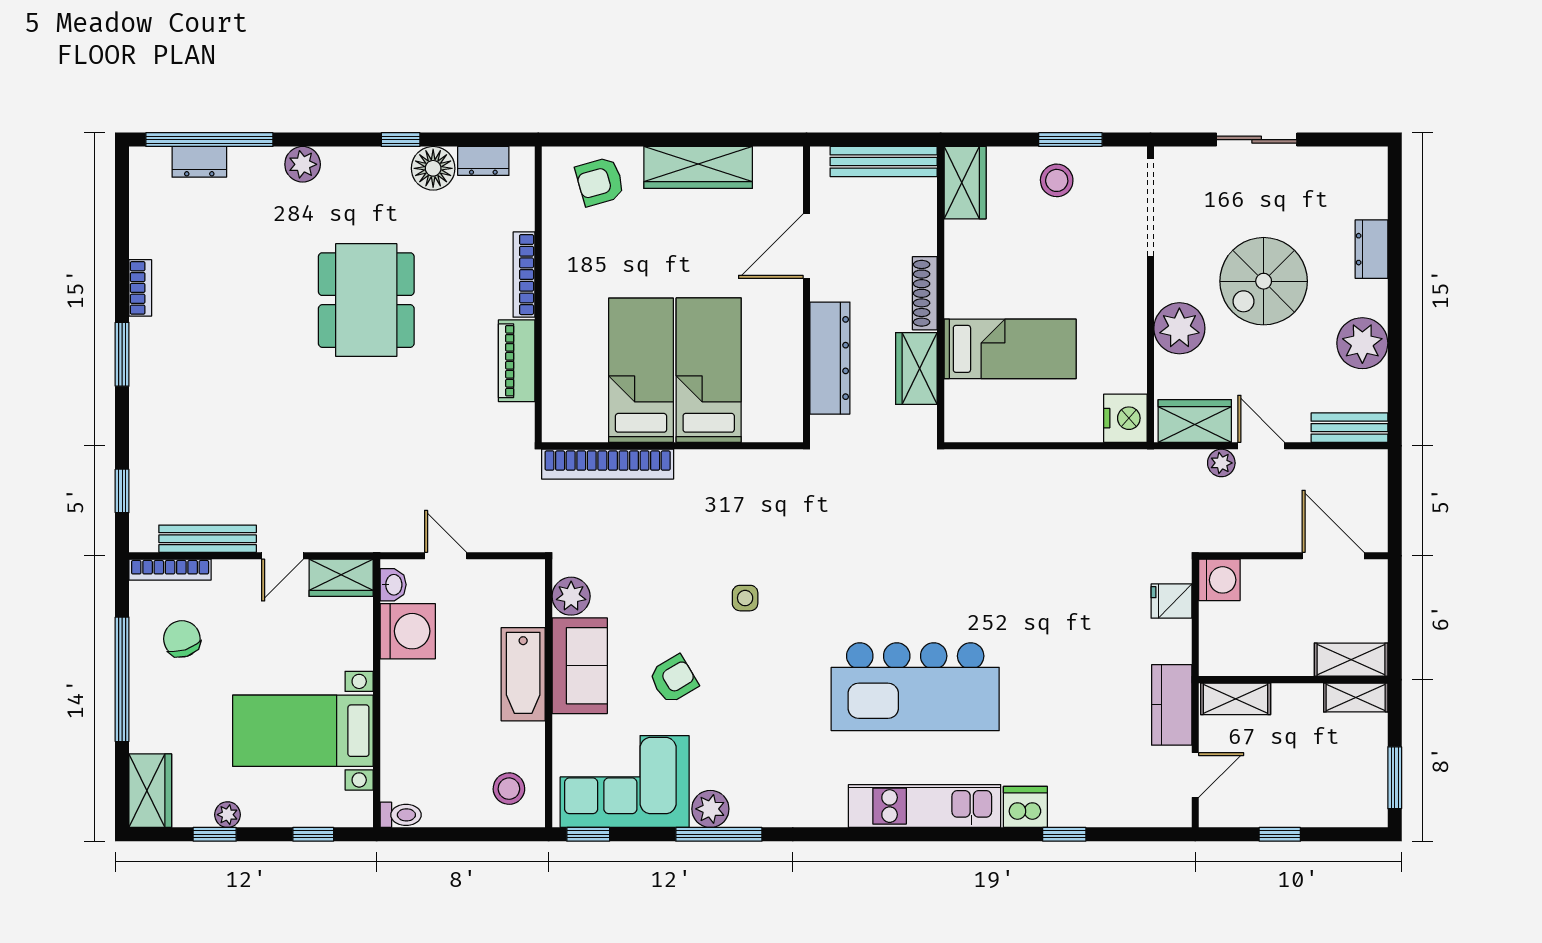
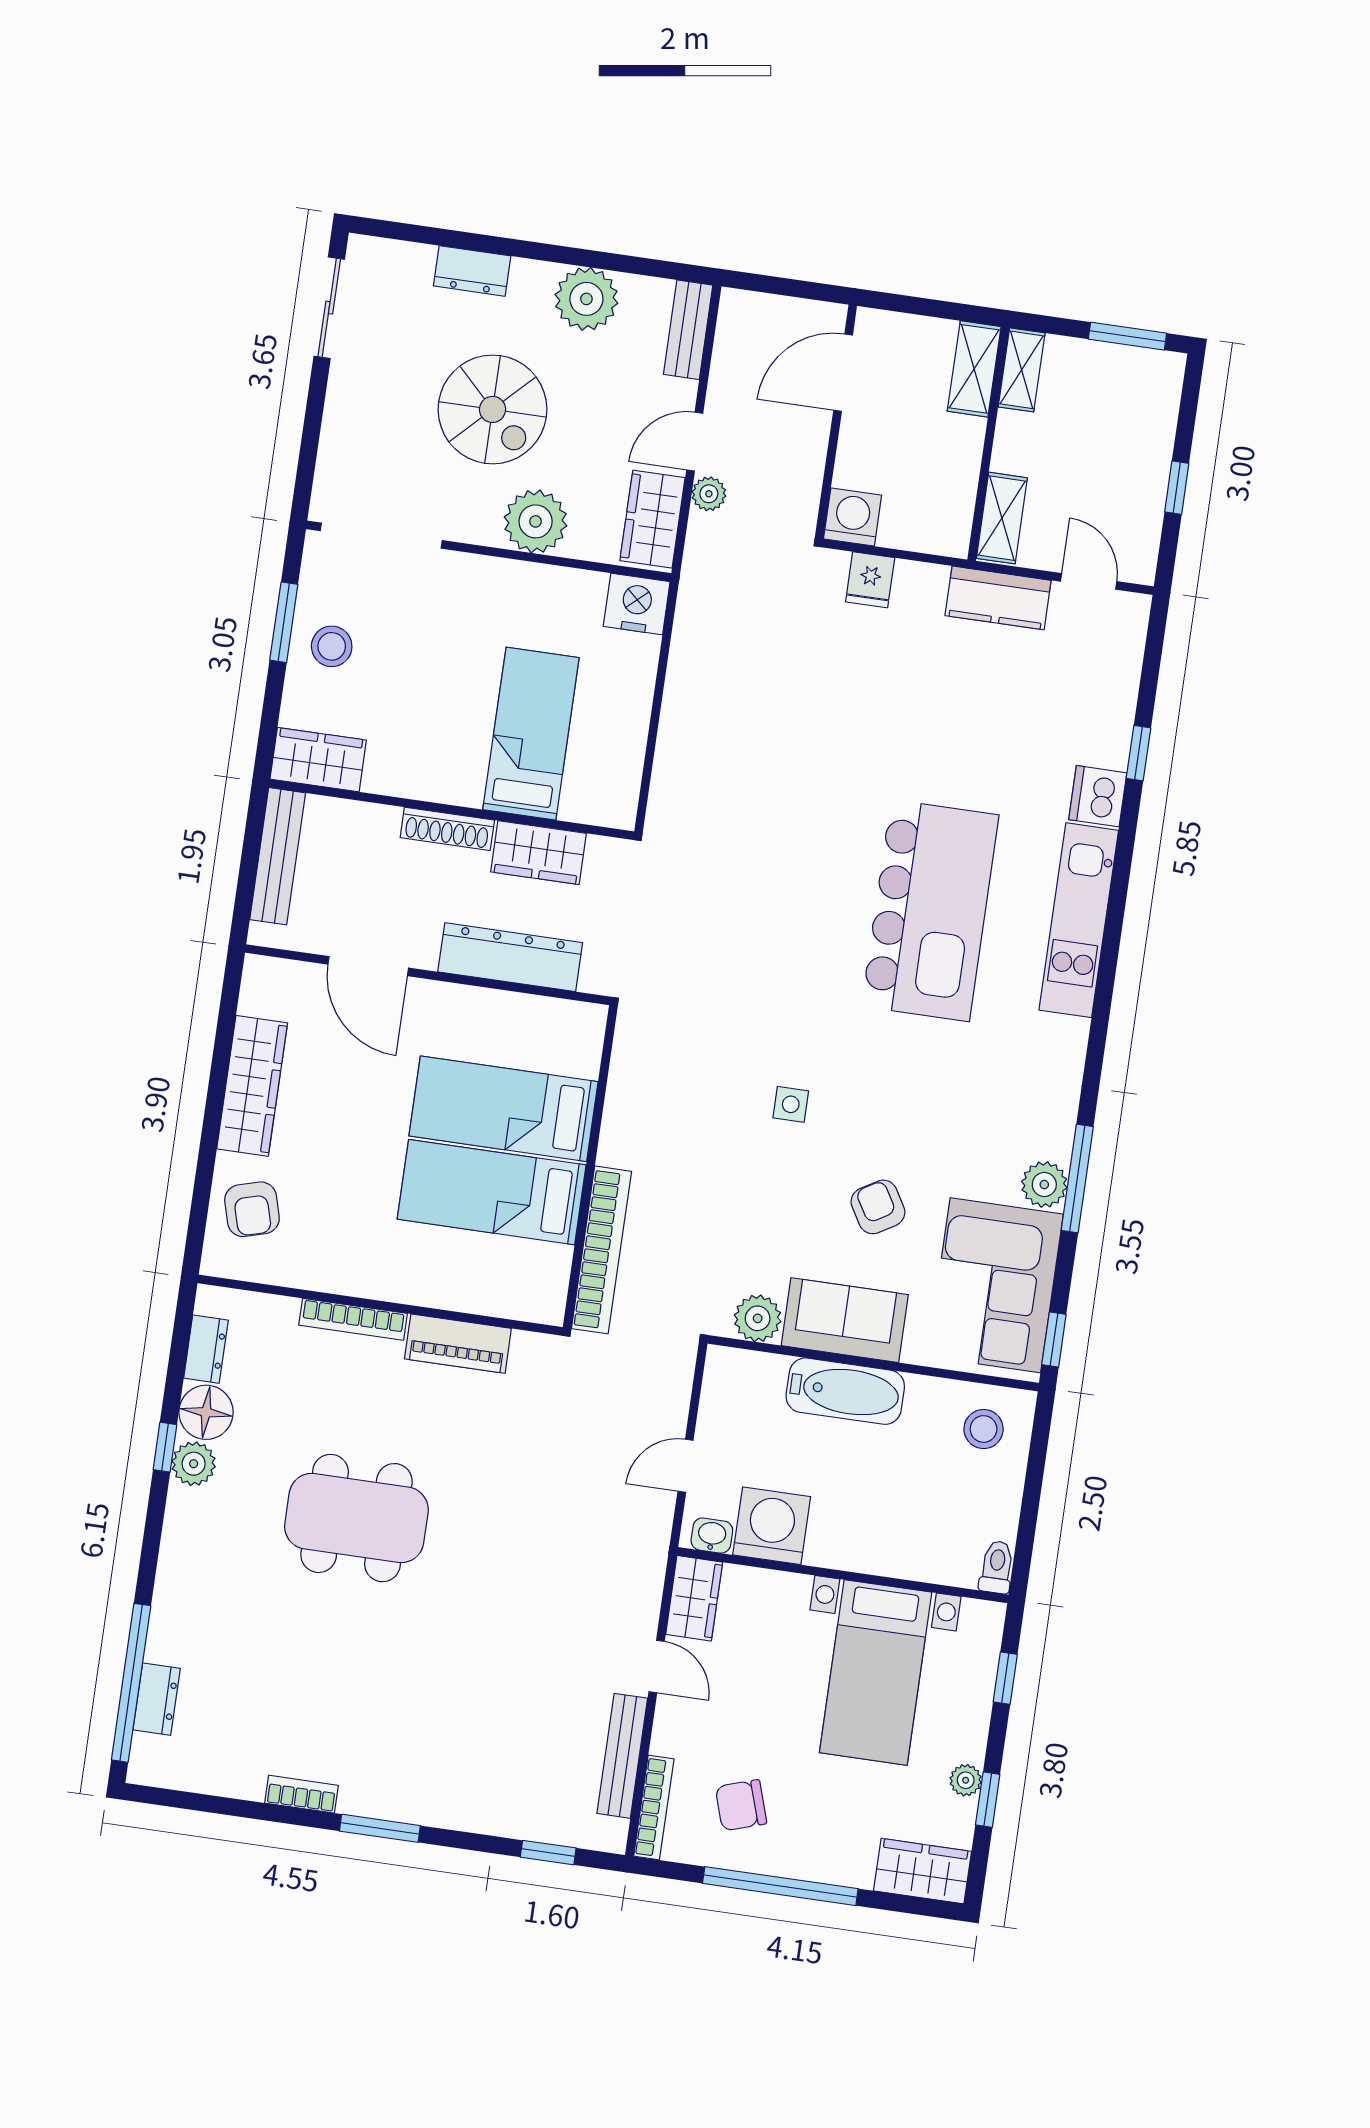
sliding door: (1257, 140) -> (329, 308), moved
plant: (303, 164) -> (194, 1464), moved

